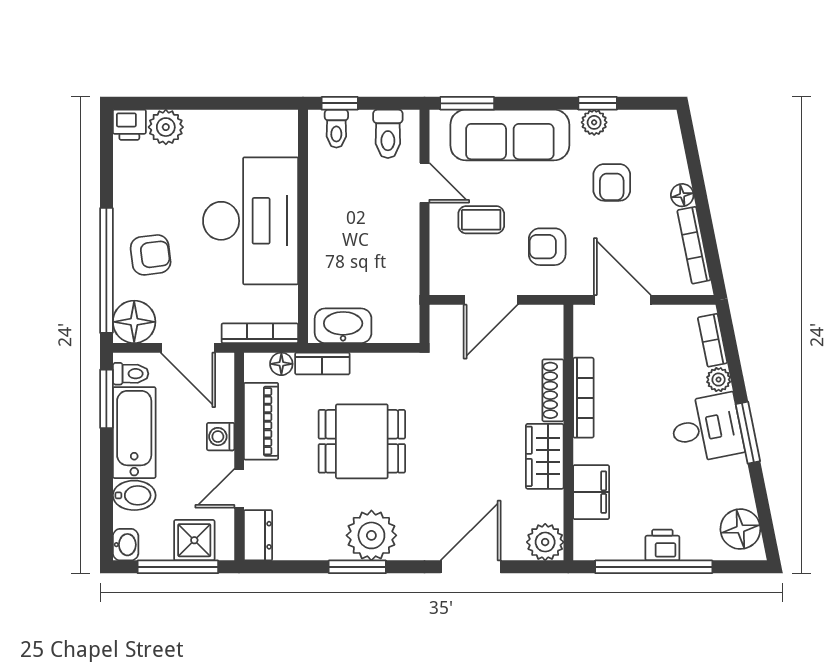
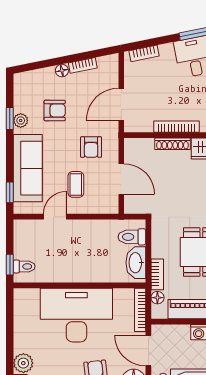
window: (467, 103) -> (10, 192), width x0.67
toilet: (388, 134) -> (132, 237), moved, turned 180
bookcase: (694, 245) -> (83, 65), width x0.64
door: (188, 348) -> (148, 351), swing flipped
plant: (719, 380) -> (166, 50), removed

